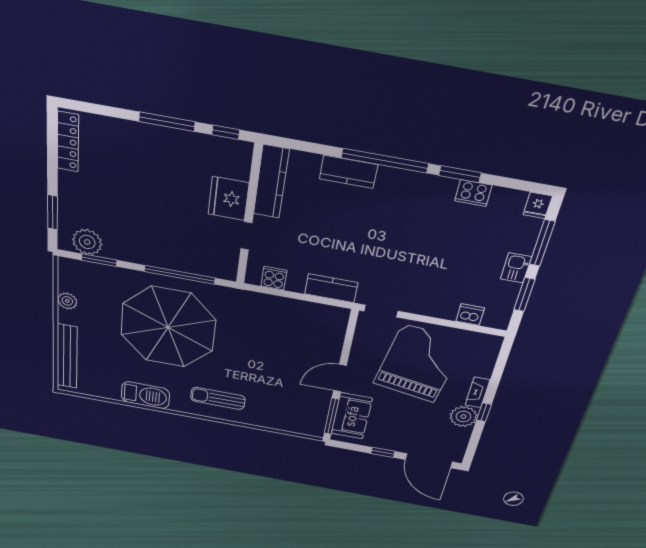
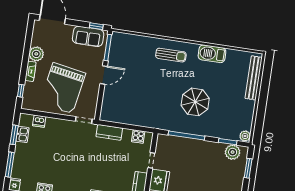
kitchen sink: (516, 268) -> (22, 134), moved
plant: (67, 301) -> (245, 136), moved
parasol: (168, 327) -> (195, 102), width x0.54, depth x0.54
window: (484, 412) -> (21, 91), moved
sofa: (352, 416) -> (88, 36), moved, turned -90
window: (383, 452) -> (96, 26), moved

